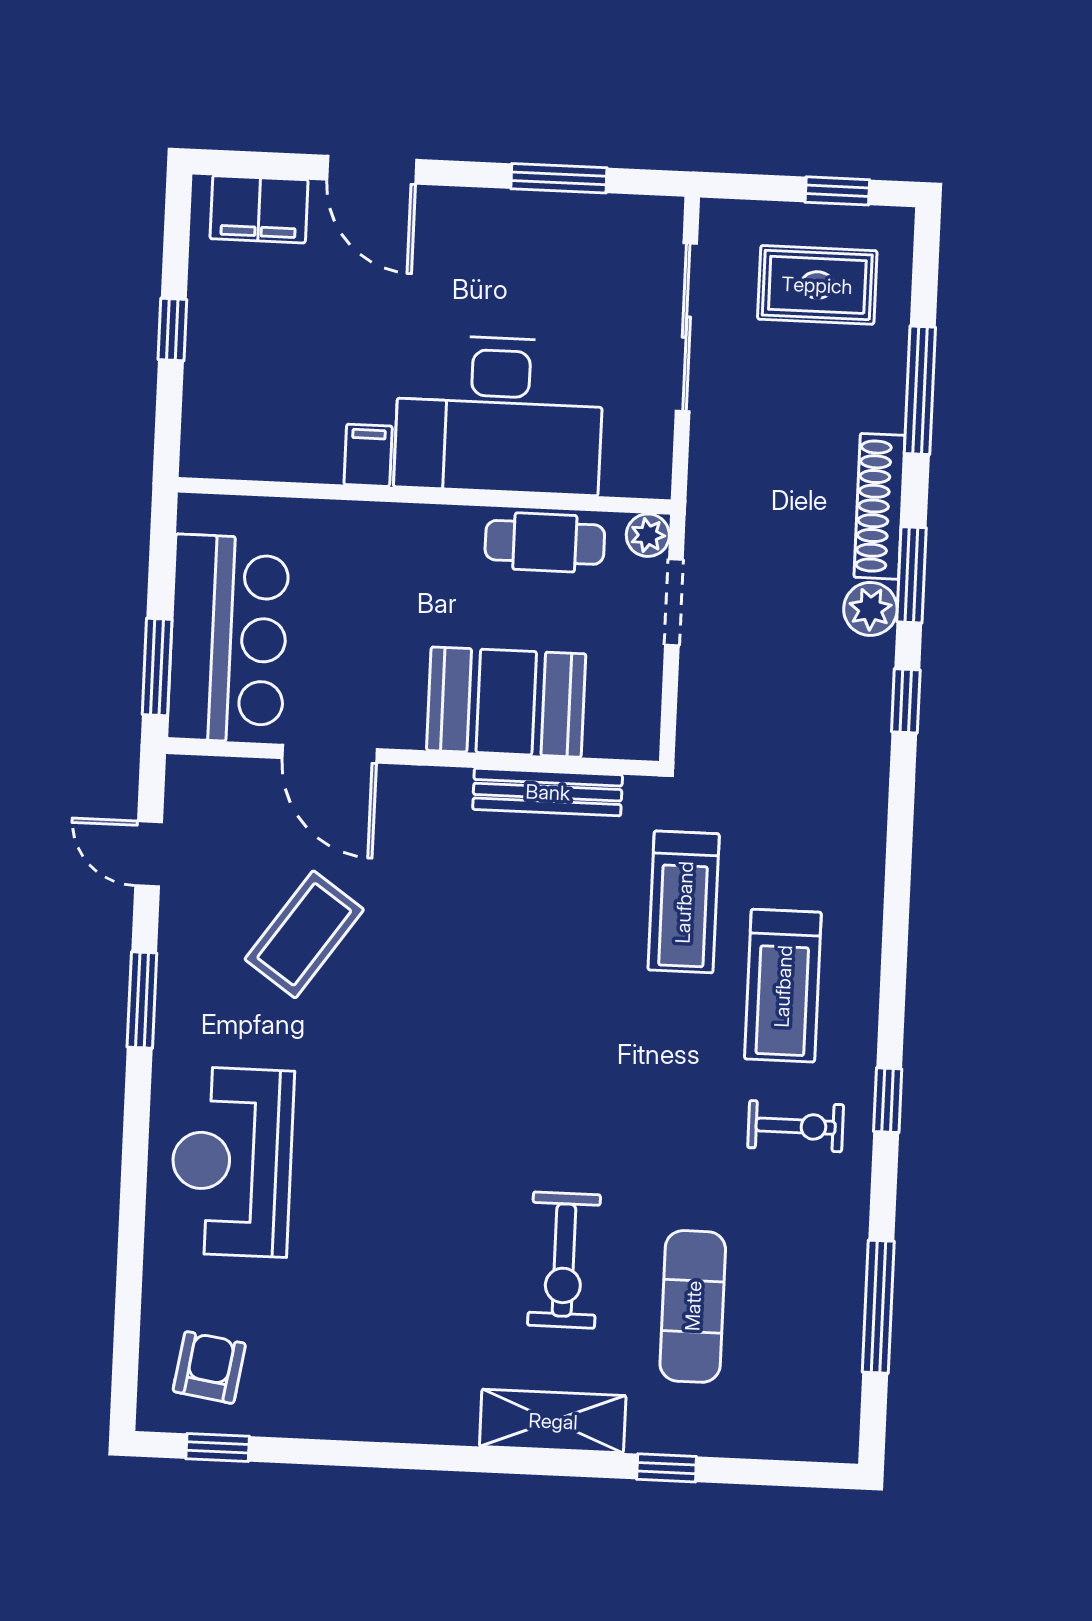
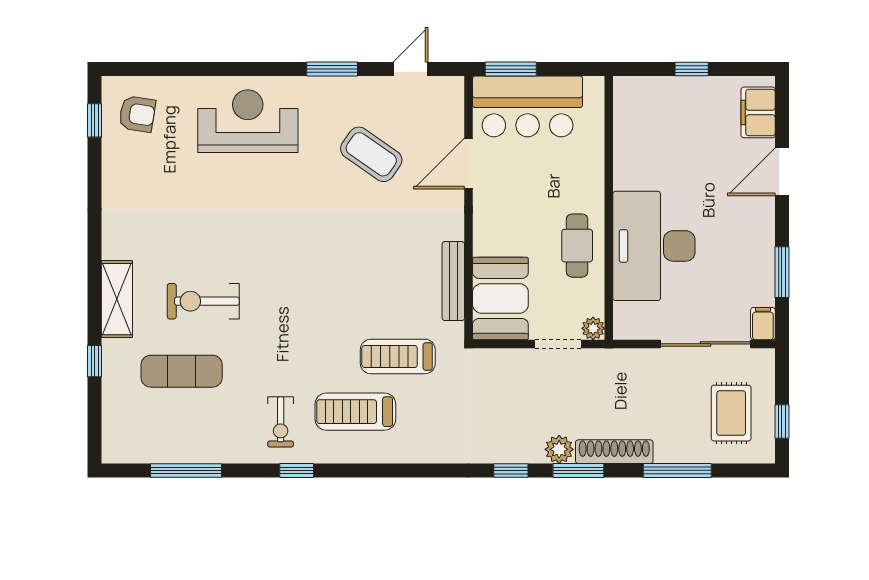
filing cabinet: (368, 455) -> (763, 324), moved, turned -90
cafe table: (545, 542) -> (577, 246), moved
booth: (506, 702) -> (500, 298), moved

